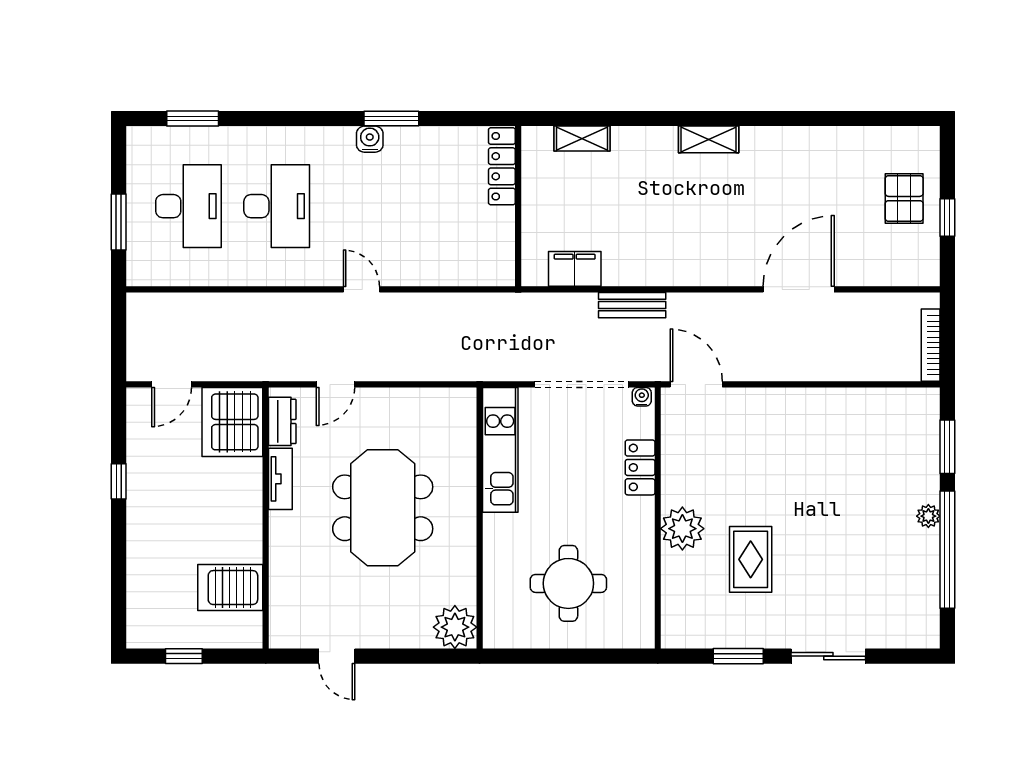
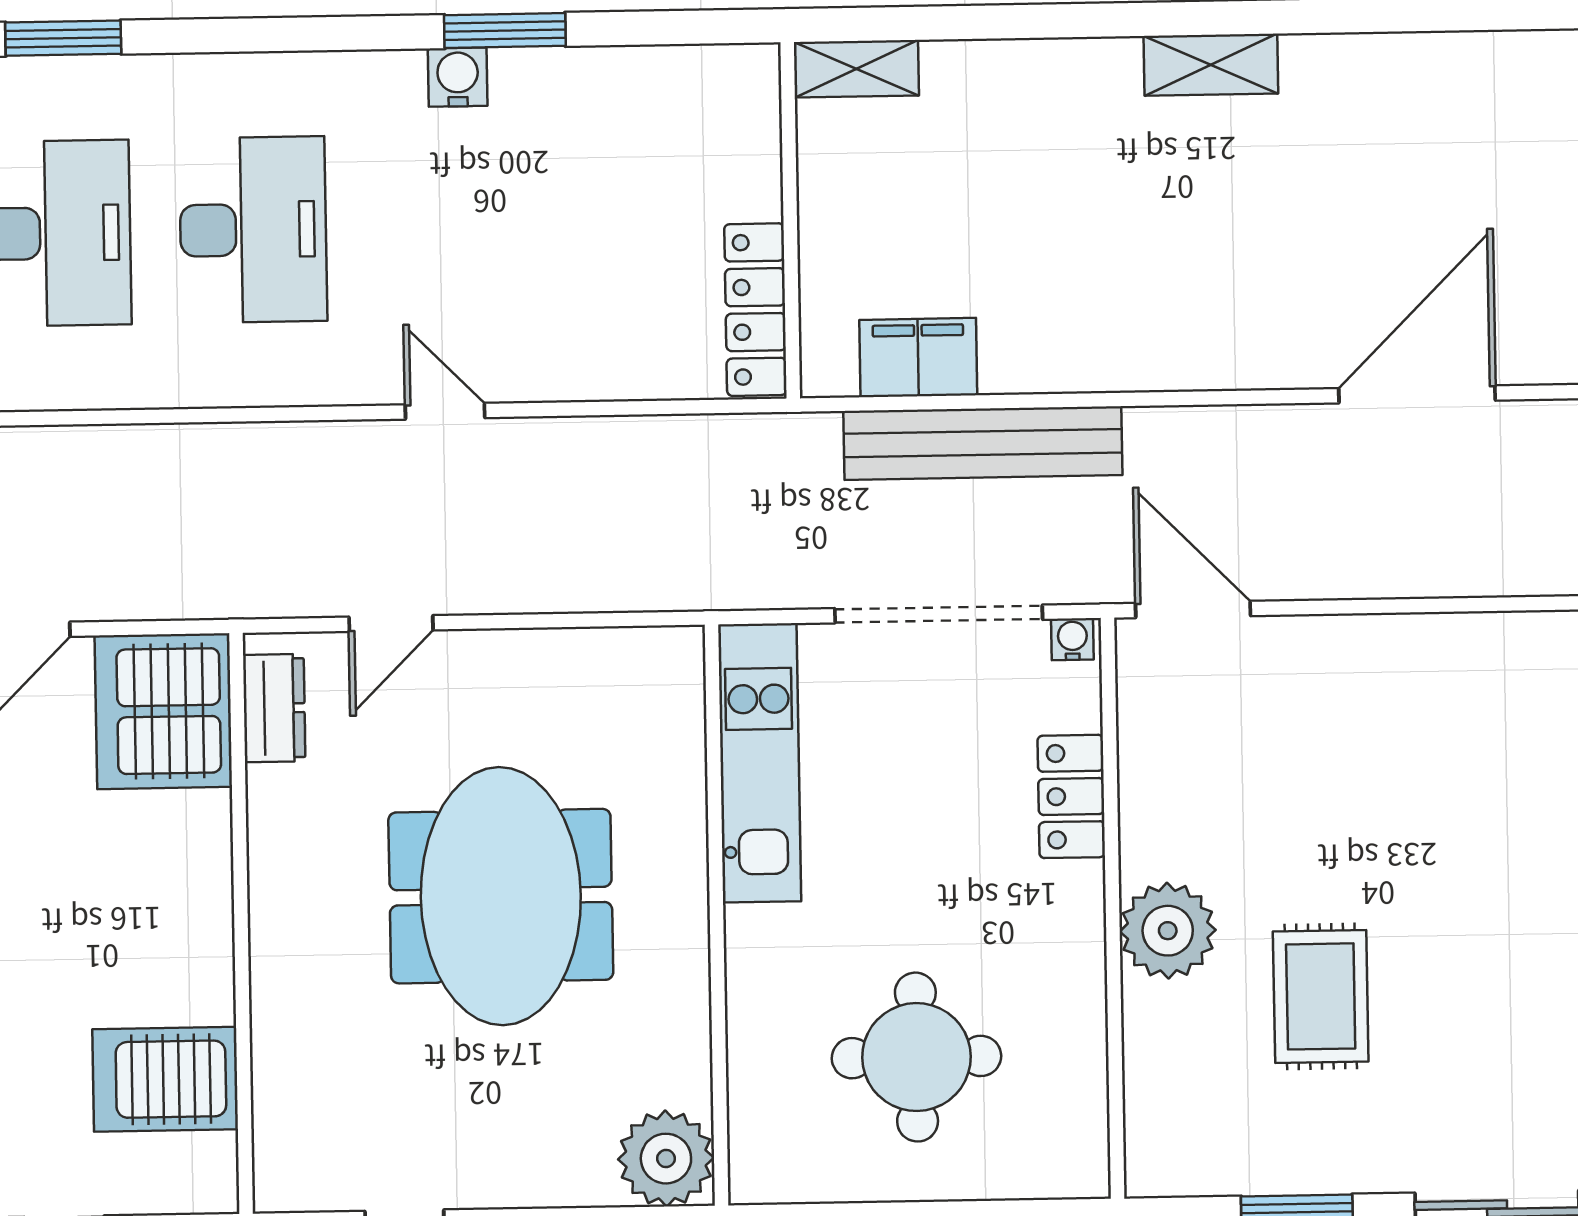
shelving: (582, 138) -> (856, 69), moved
locker: (502, 166) -> (755, 310), moved
bench: (632, 305) -> (983, 443), width x1.86, depth x1.21
tv unit: (280, 479) -> (272, 836), removed

